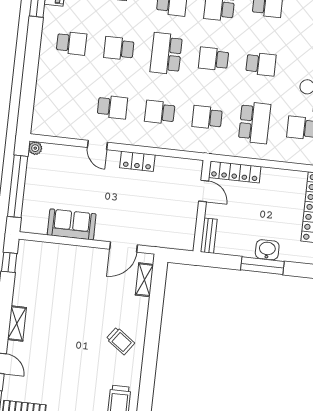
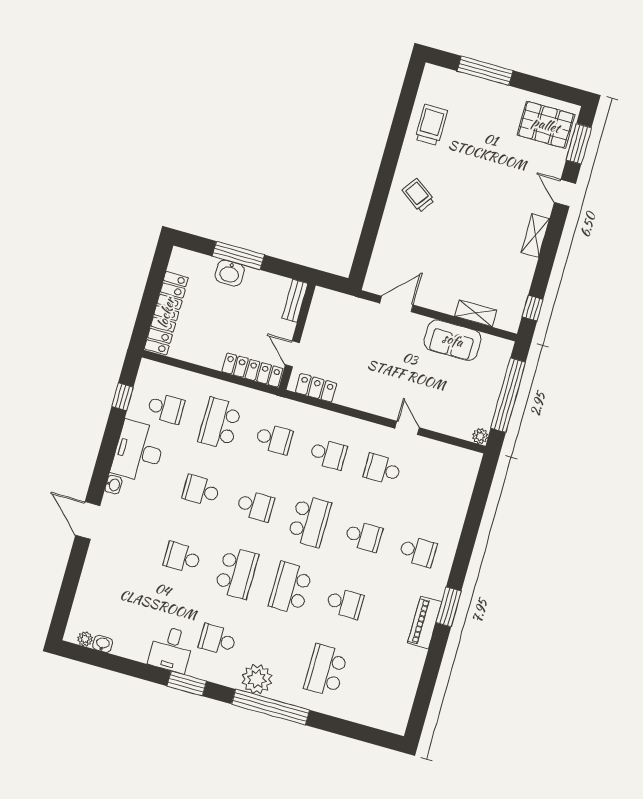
school desk: (71, 43) -> (418, 551), turned 180
locker: (137, 161) -> (316, 388), moved
shelving: (144, 280) -> (476, 313), moved, turned 90

